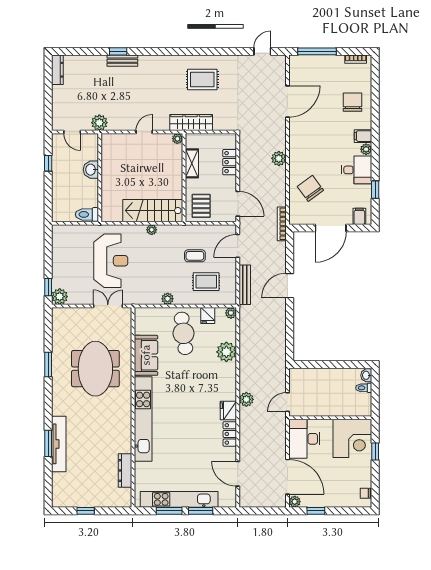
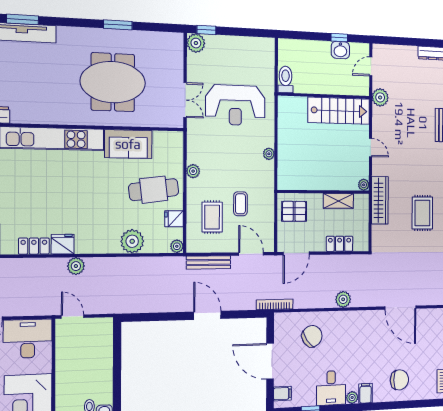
washbasin: (91, 170) -> (340, 50), moved, turned 180
stairs: (153, 211) -> (339, 111), moved, turned 90

